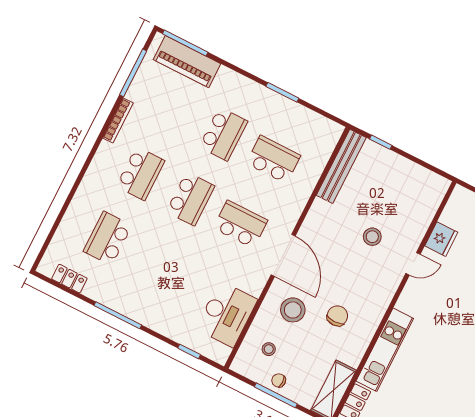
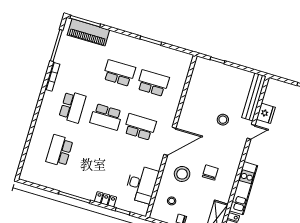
school desk: (223, 134) -> (119, 73), turned -90
bench: (341, 166) -> (254, 97), moved
school desk: (190, 199) -> (106, 117), turned 90
door: (283, 255) -> (170, 141), hinge flipped
locker: (69, 279) -> (106, 199), moved

